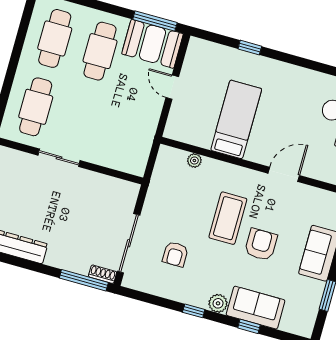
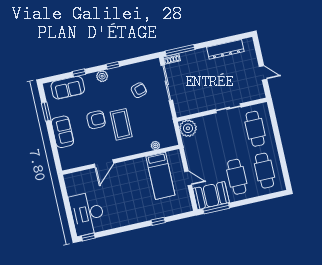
bed: (236, 119) -> (160, 176), moved
plant: (133, 160) -> (188, 128), added
armchair: (261, 244) -> (96, 120), turned -90
armchair: (175, 254) -> (139, 90), turned 74
sofa: (256, 308) -> (68, 88), moved

